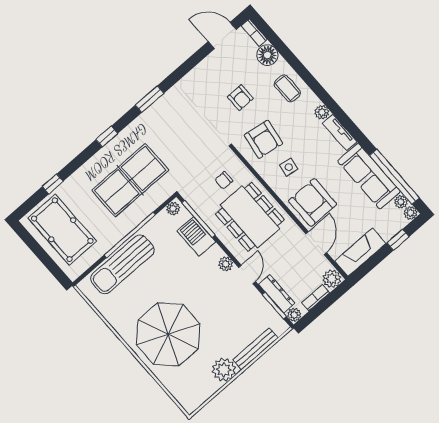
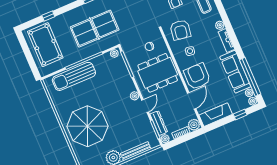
dining table: (250, 217) -> (158, 73), turned 90
barbecue: (196, 236) -> (123, 74), removed

